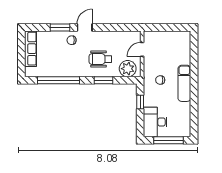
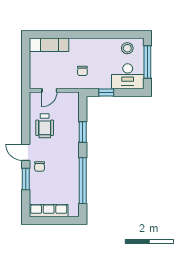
door: (142, 49) -> (49, 90), hinge flipped
wheelchair: (100, 59) -> (45, 126), moved
plant: (128, 69) -> (70, 106), removed
exam couch: (184, 83) -> (49, 45), moved
stool: (181, 122) -> (127, 48), added

